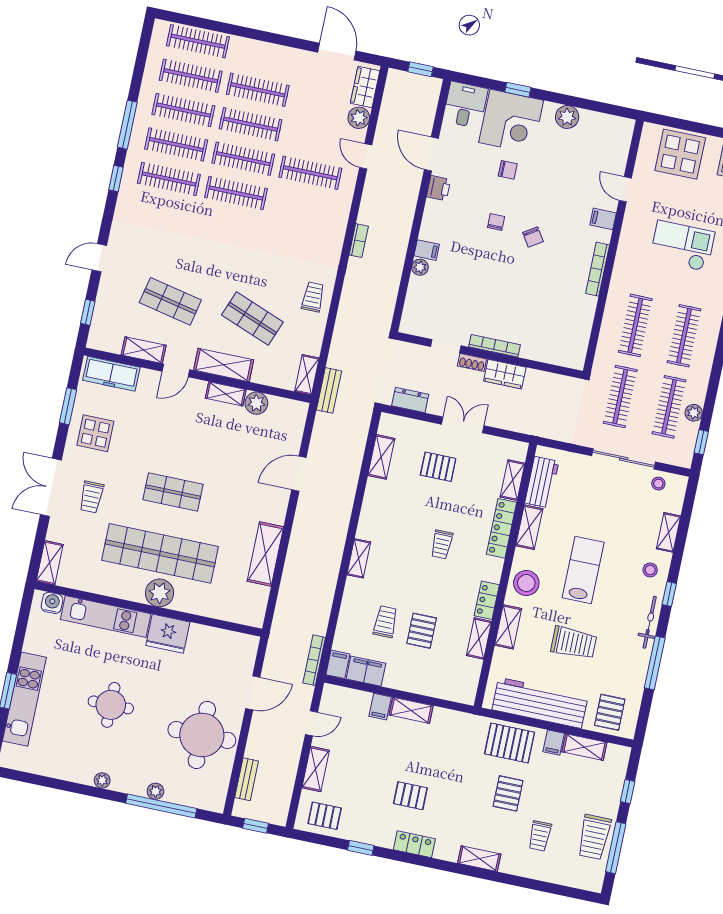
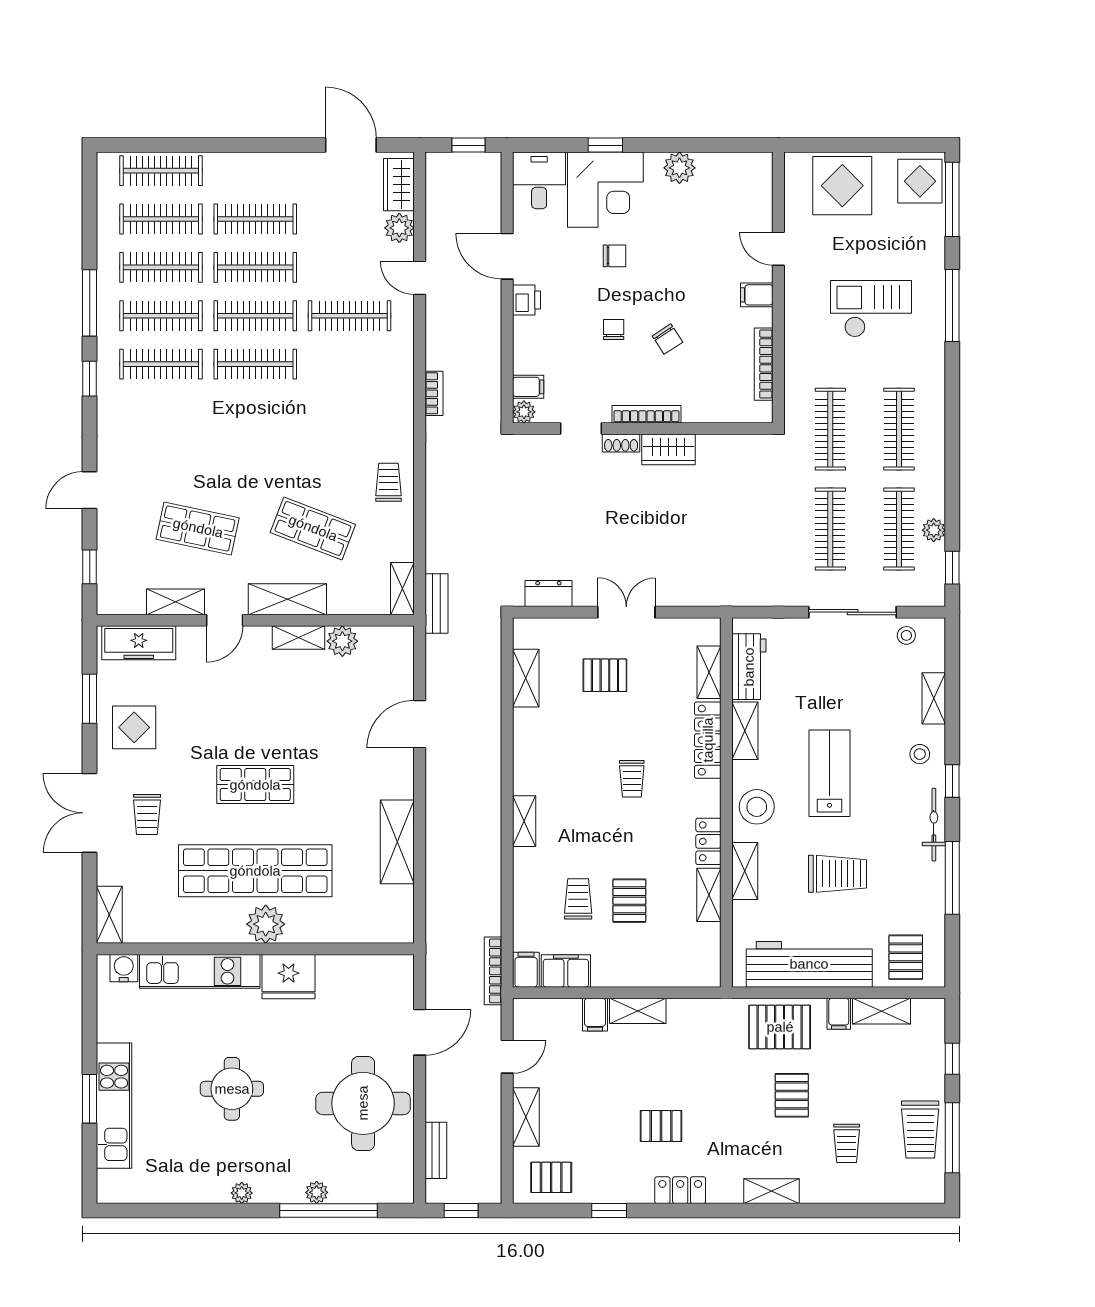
doorway: (446, 346) -> (581, 429), moved
bookcase: (494, 346) -> (647, 414), moved
wall: (490, 355) -> (643, 429), moved
shoe rack: (472, 362) -> (621, 443), moved
wardrobe: (505, 374) -> (669, 449), moved

